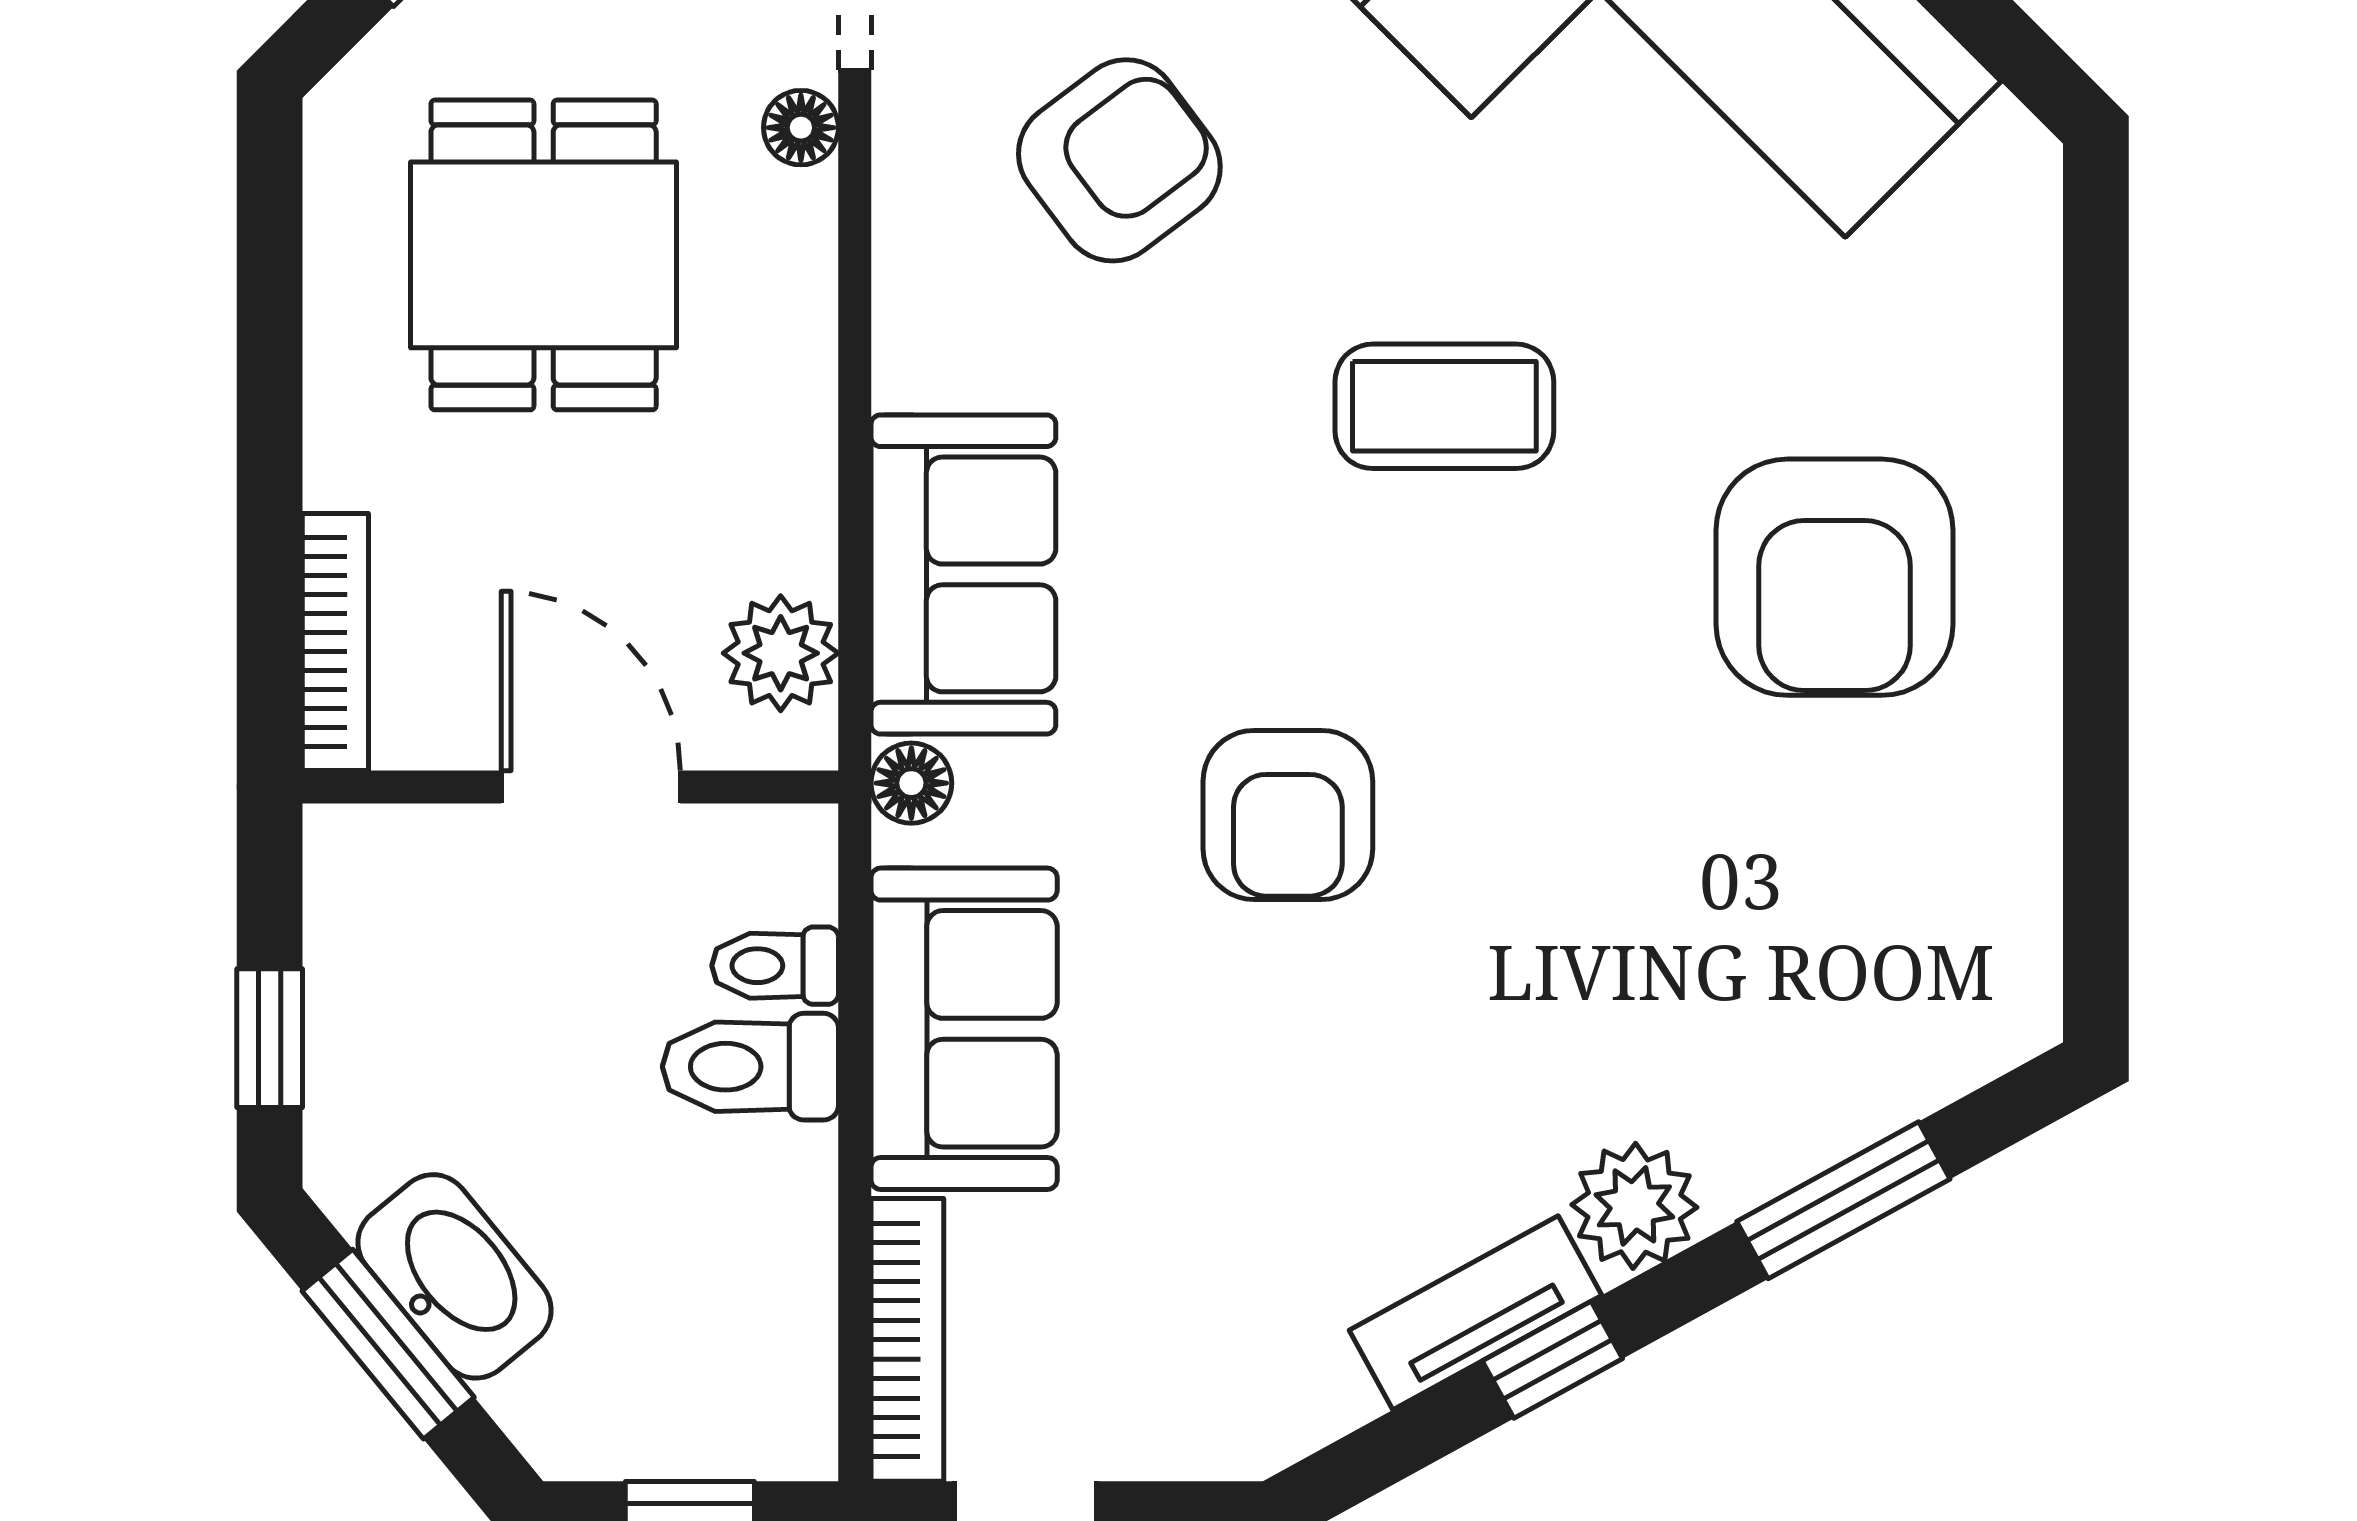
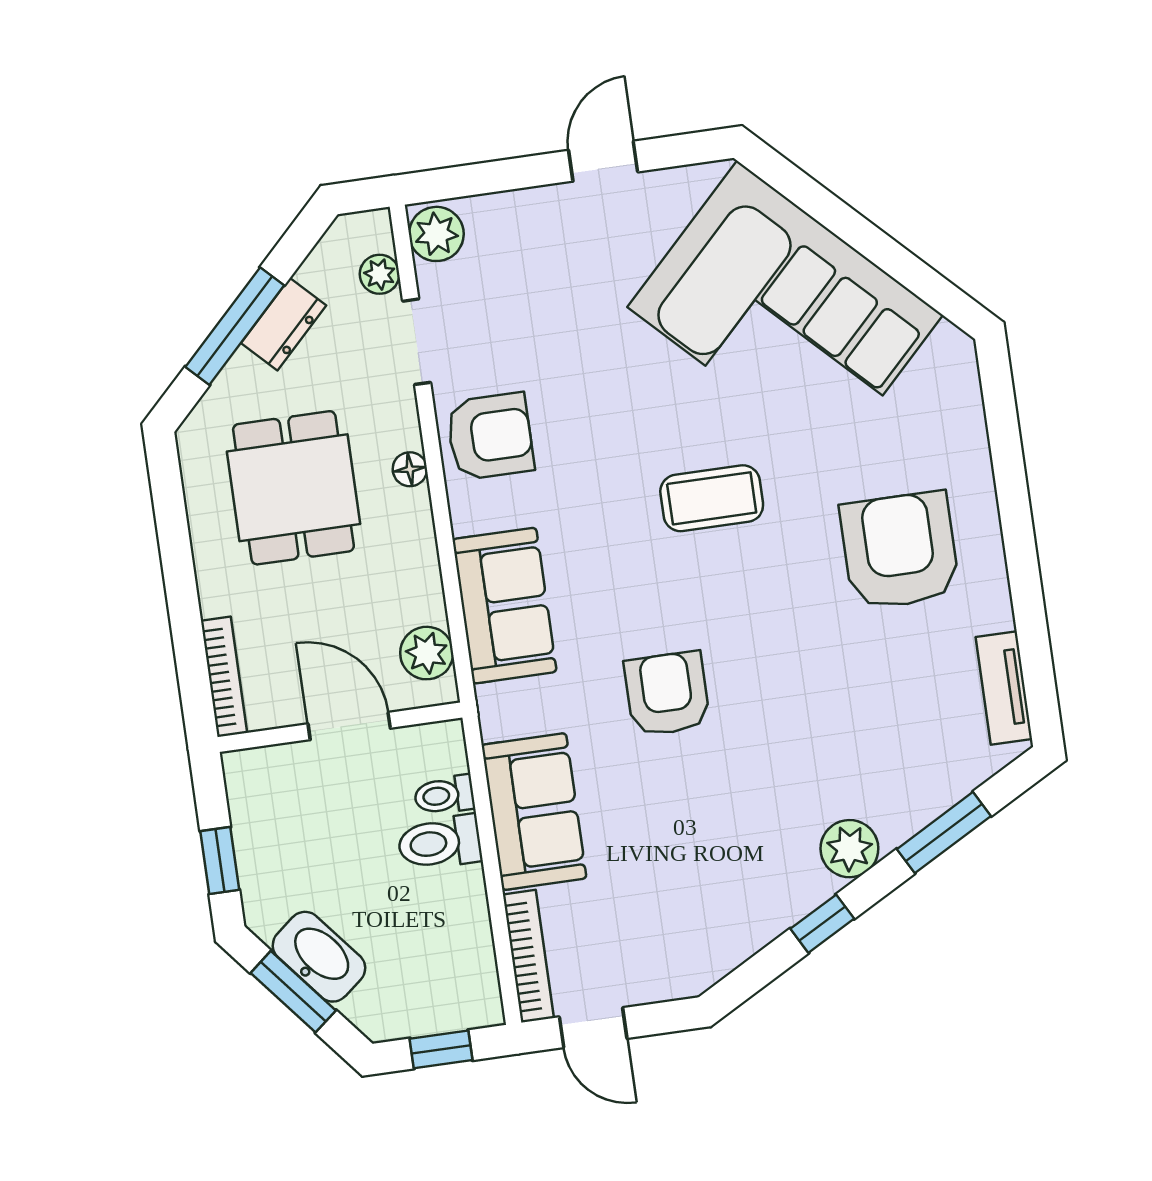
floor lamp: (801, 128) -> (410, 469), moved
armchair: (1119, 160) -> (490, 436), moved, turned 37
armchair: (1835, 577) -> (900, 551), turned 180
floor lamp: (911, 783) -> (494, 704), removed
armchair: (1288, 815) -> (667, 694), turned 180
tv unit: (1476, 1313) -> (1004, 688), moved, turned -61

